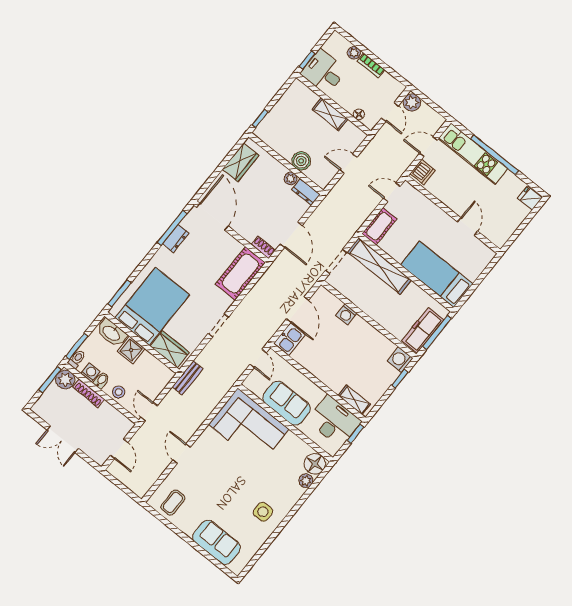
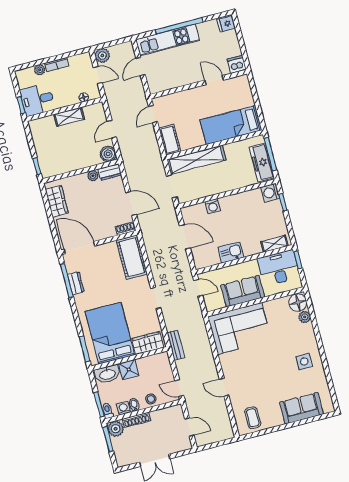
boiler: (301, 161) -> (108, 154), moved
dishwasher: (423, 172) -> (237, 64), moved, turned -90
kitchen sink: (289, 339) -> (231, 252), moved, turned -90

